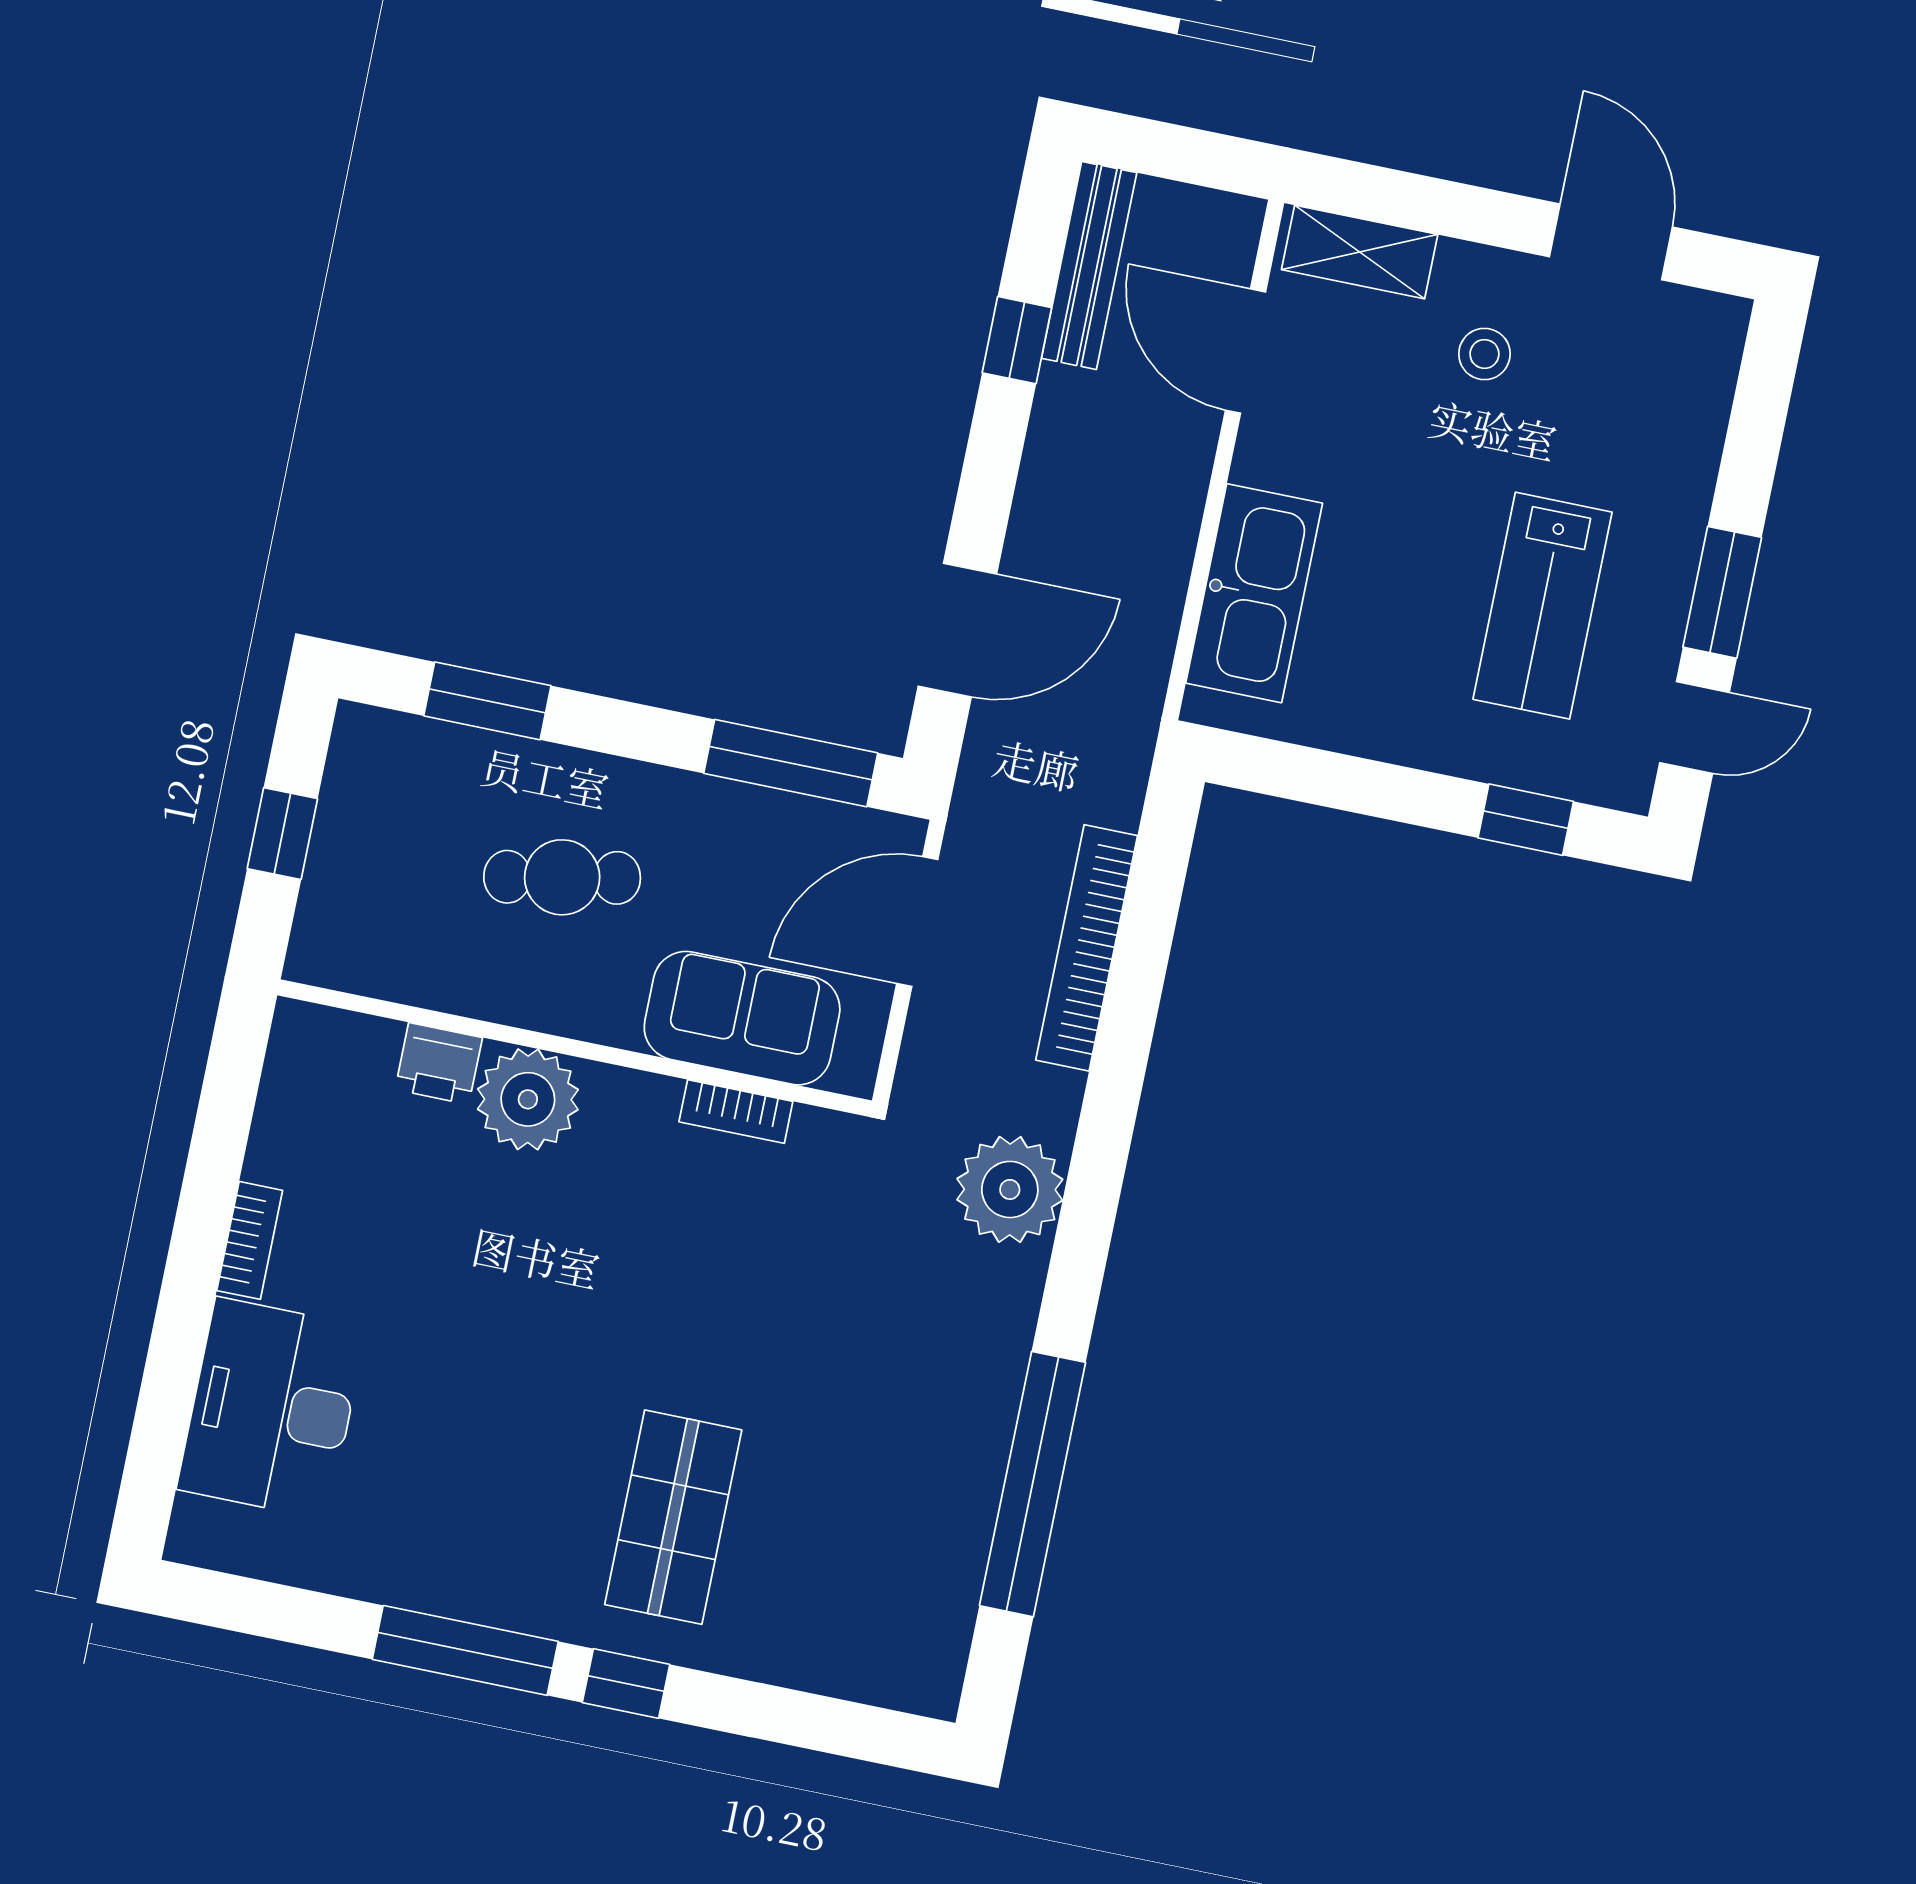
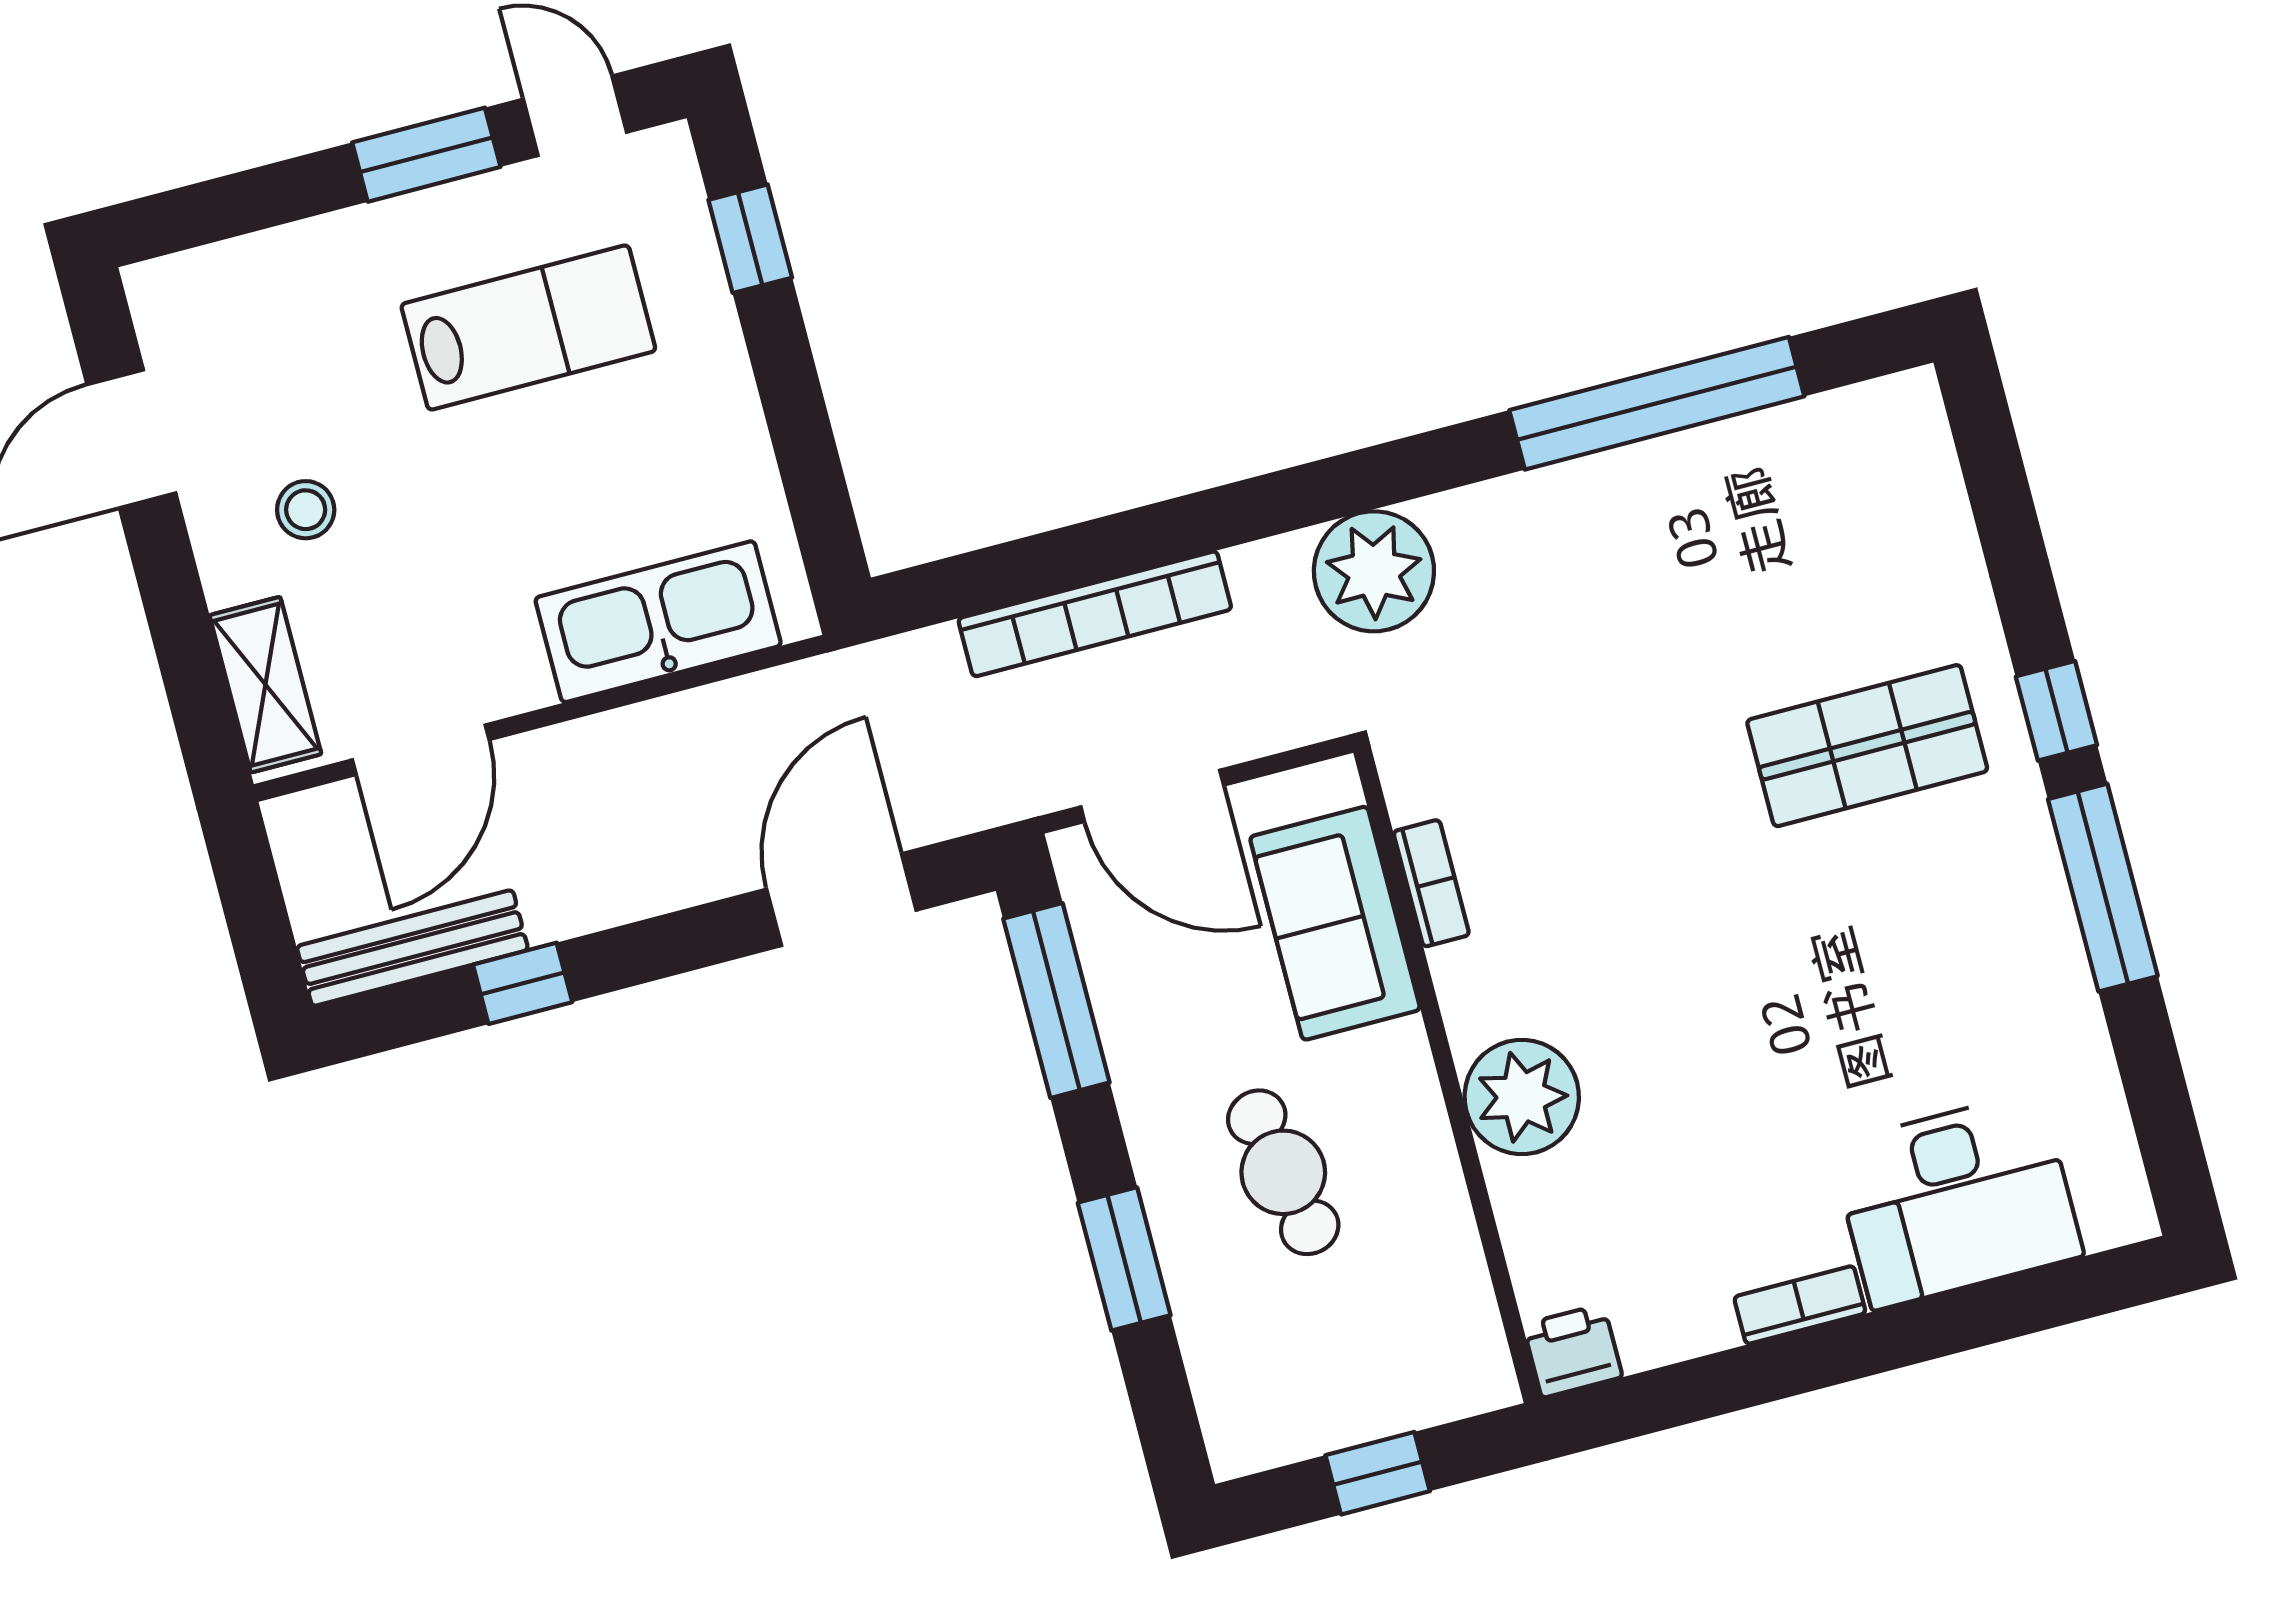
door: (957, 630) -> (841, 900), hinge flipped
window: (487, 701) -> (1124, 1259), moved
printer: (439, 1064) -> (1573, 1351), moved, turned -90

